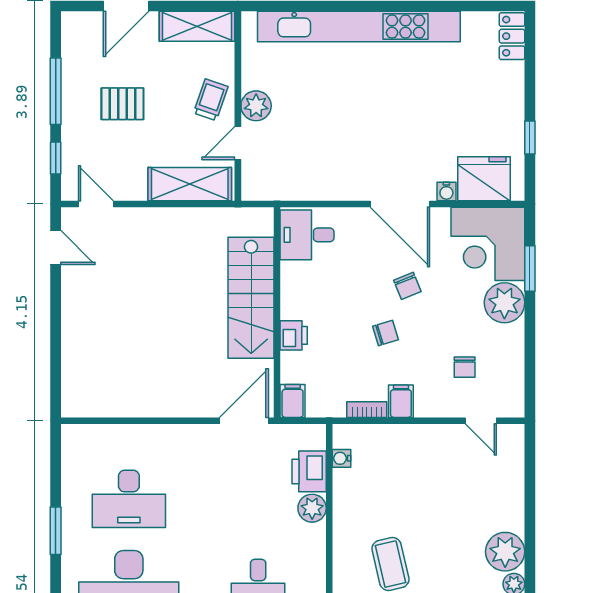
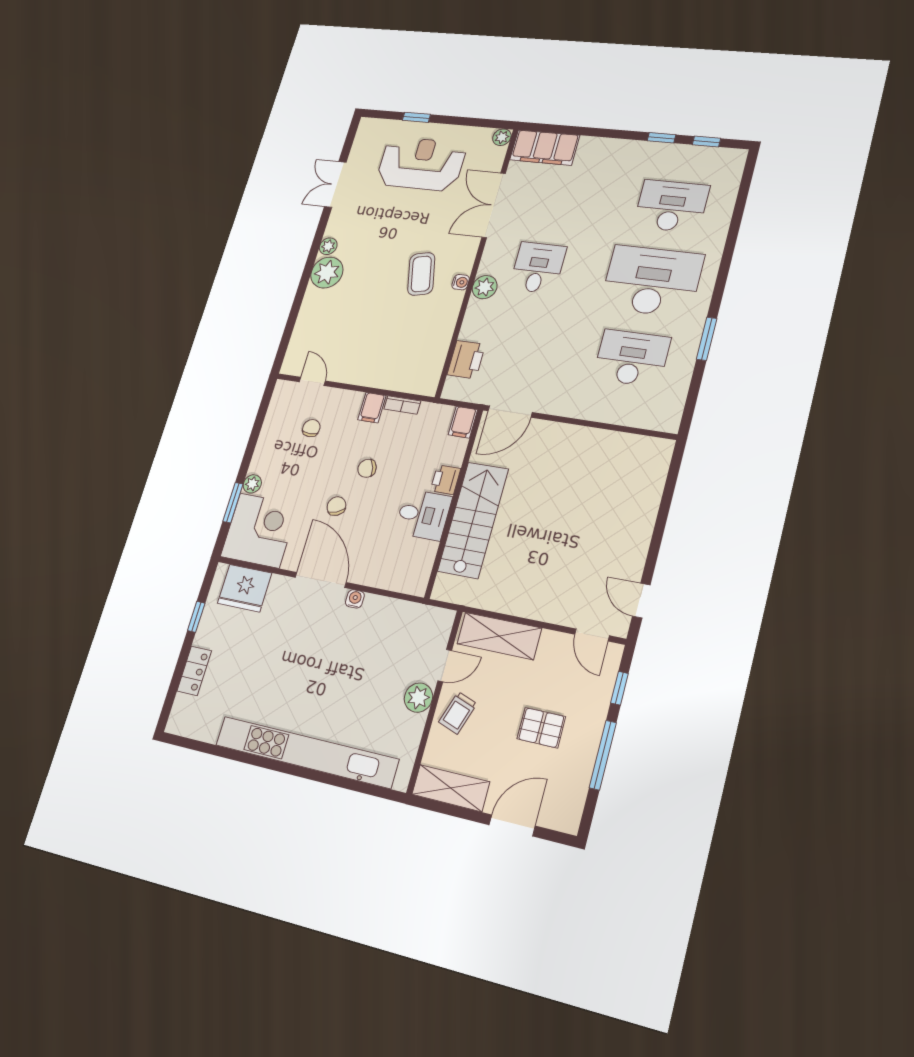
locker: (512, 36) -> (194, 671), moved
water cooler: (446, 191) -> (355, 599), moved
desk: (307, 235) -> (423, 515), moved
plant: (504, 303) -> (252, 484), width x0.53, depth x0.53
water cooler: (341, 458) -> (461, 282), moved
plant: (312, 508) -> (485, 287), moved

